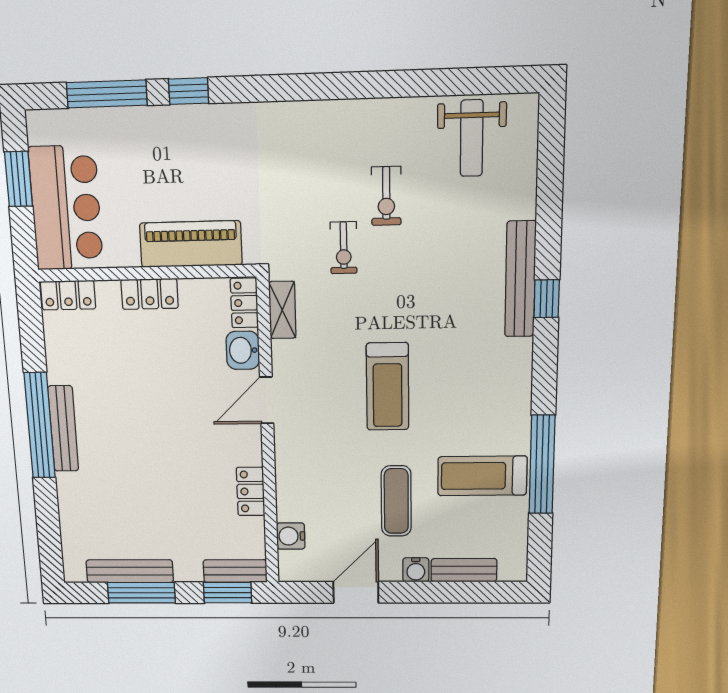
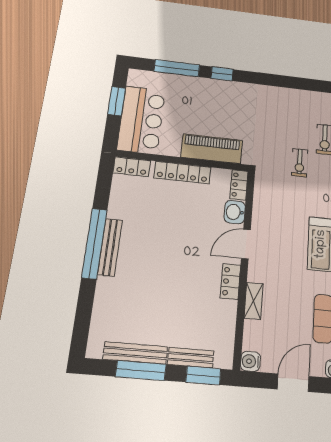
locker: (150, 294) -> (182, 173), width x1.53
shelving: (282, 310) -> (254, 301), moved
locker: (251, 491) -> (230, 281), moved
water cooler: (291, 536) -> (250, 361), moved
bench: (235, 571) -> (191, 358), moved

